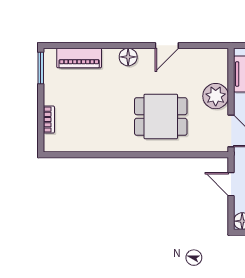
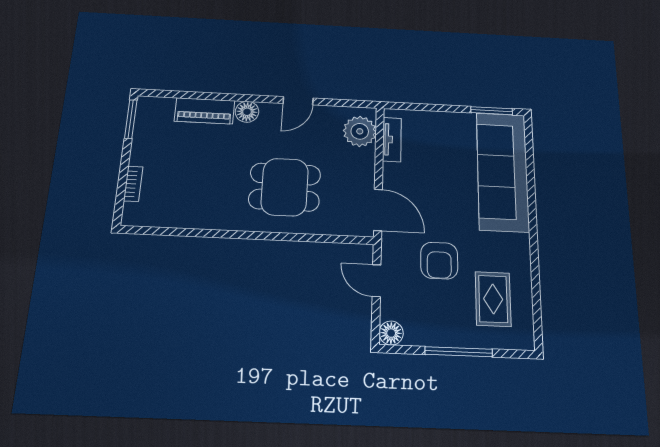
piano: (79, 58) -> (205, 111), moved
plant: (216, 96) -> (360, 131), moved

